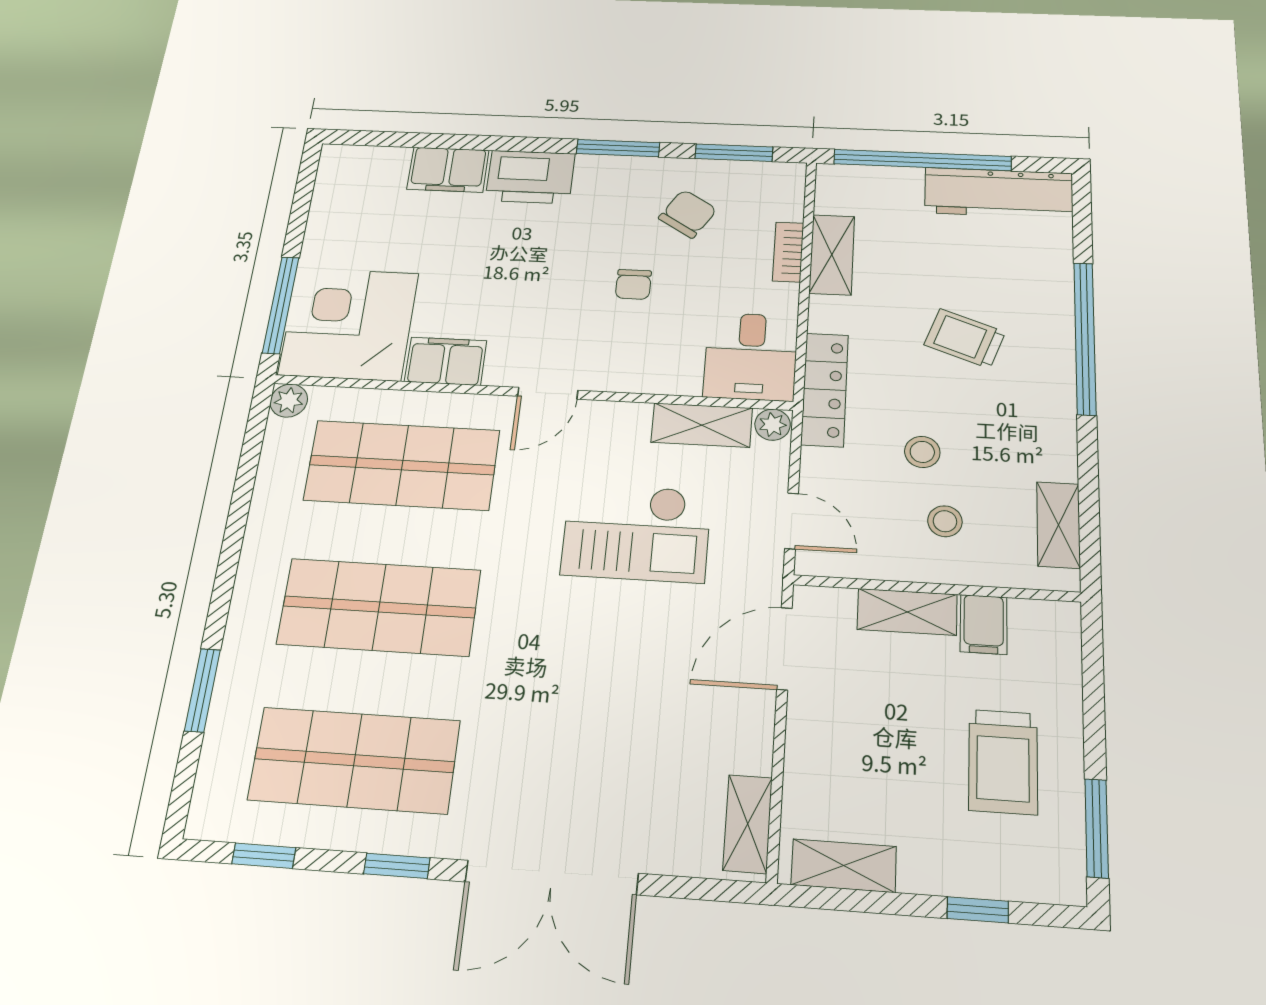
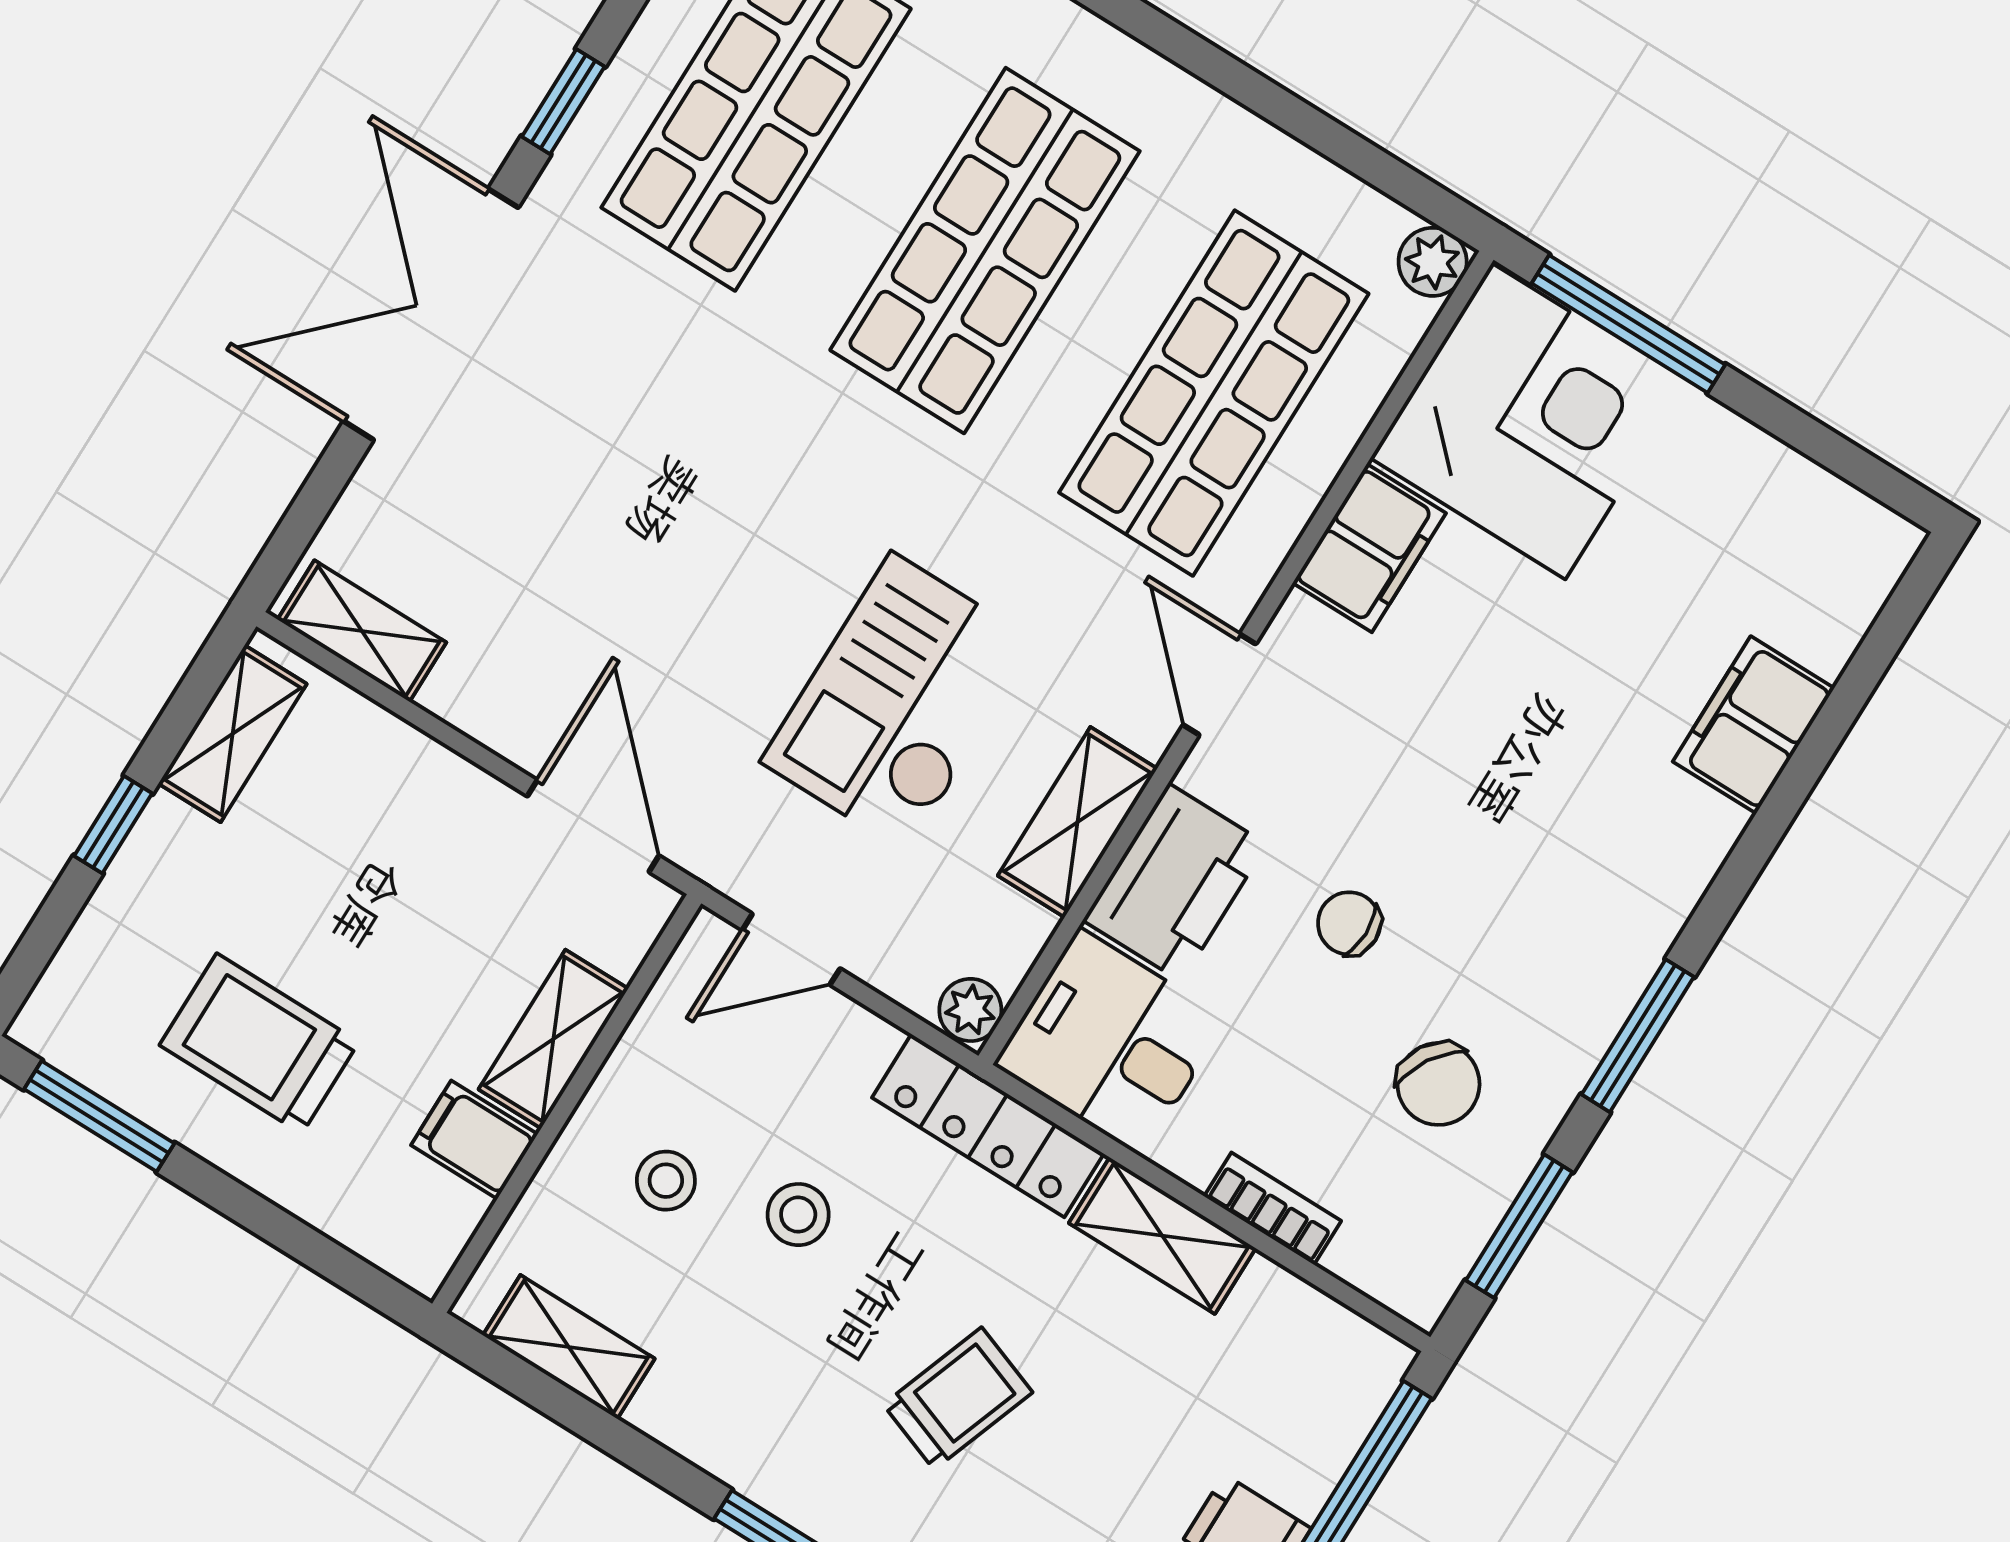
printer: (530, 177) -> (1175, 882), moved, turned 180
shelving: (832, 255) -> (1162, 1236), moved
shelving: (702, 425) -> (1078, 822), moved
window: (978, 910) -> (113, 825), moved

